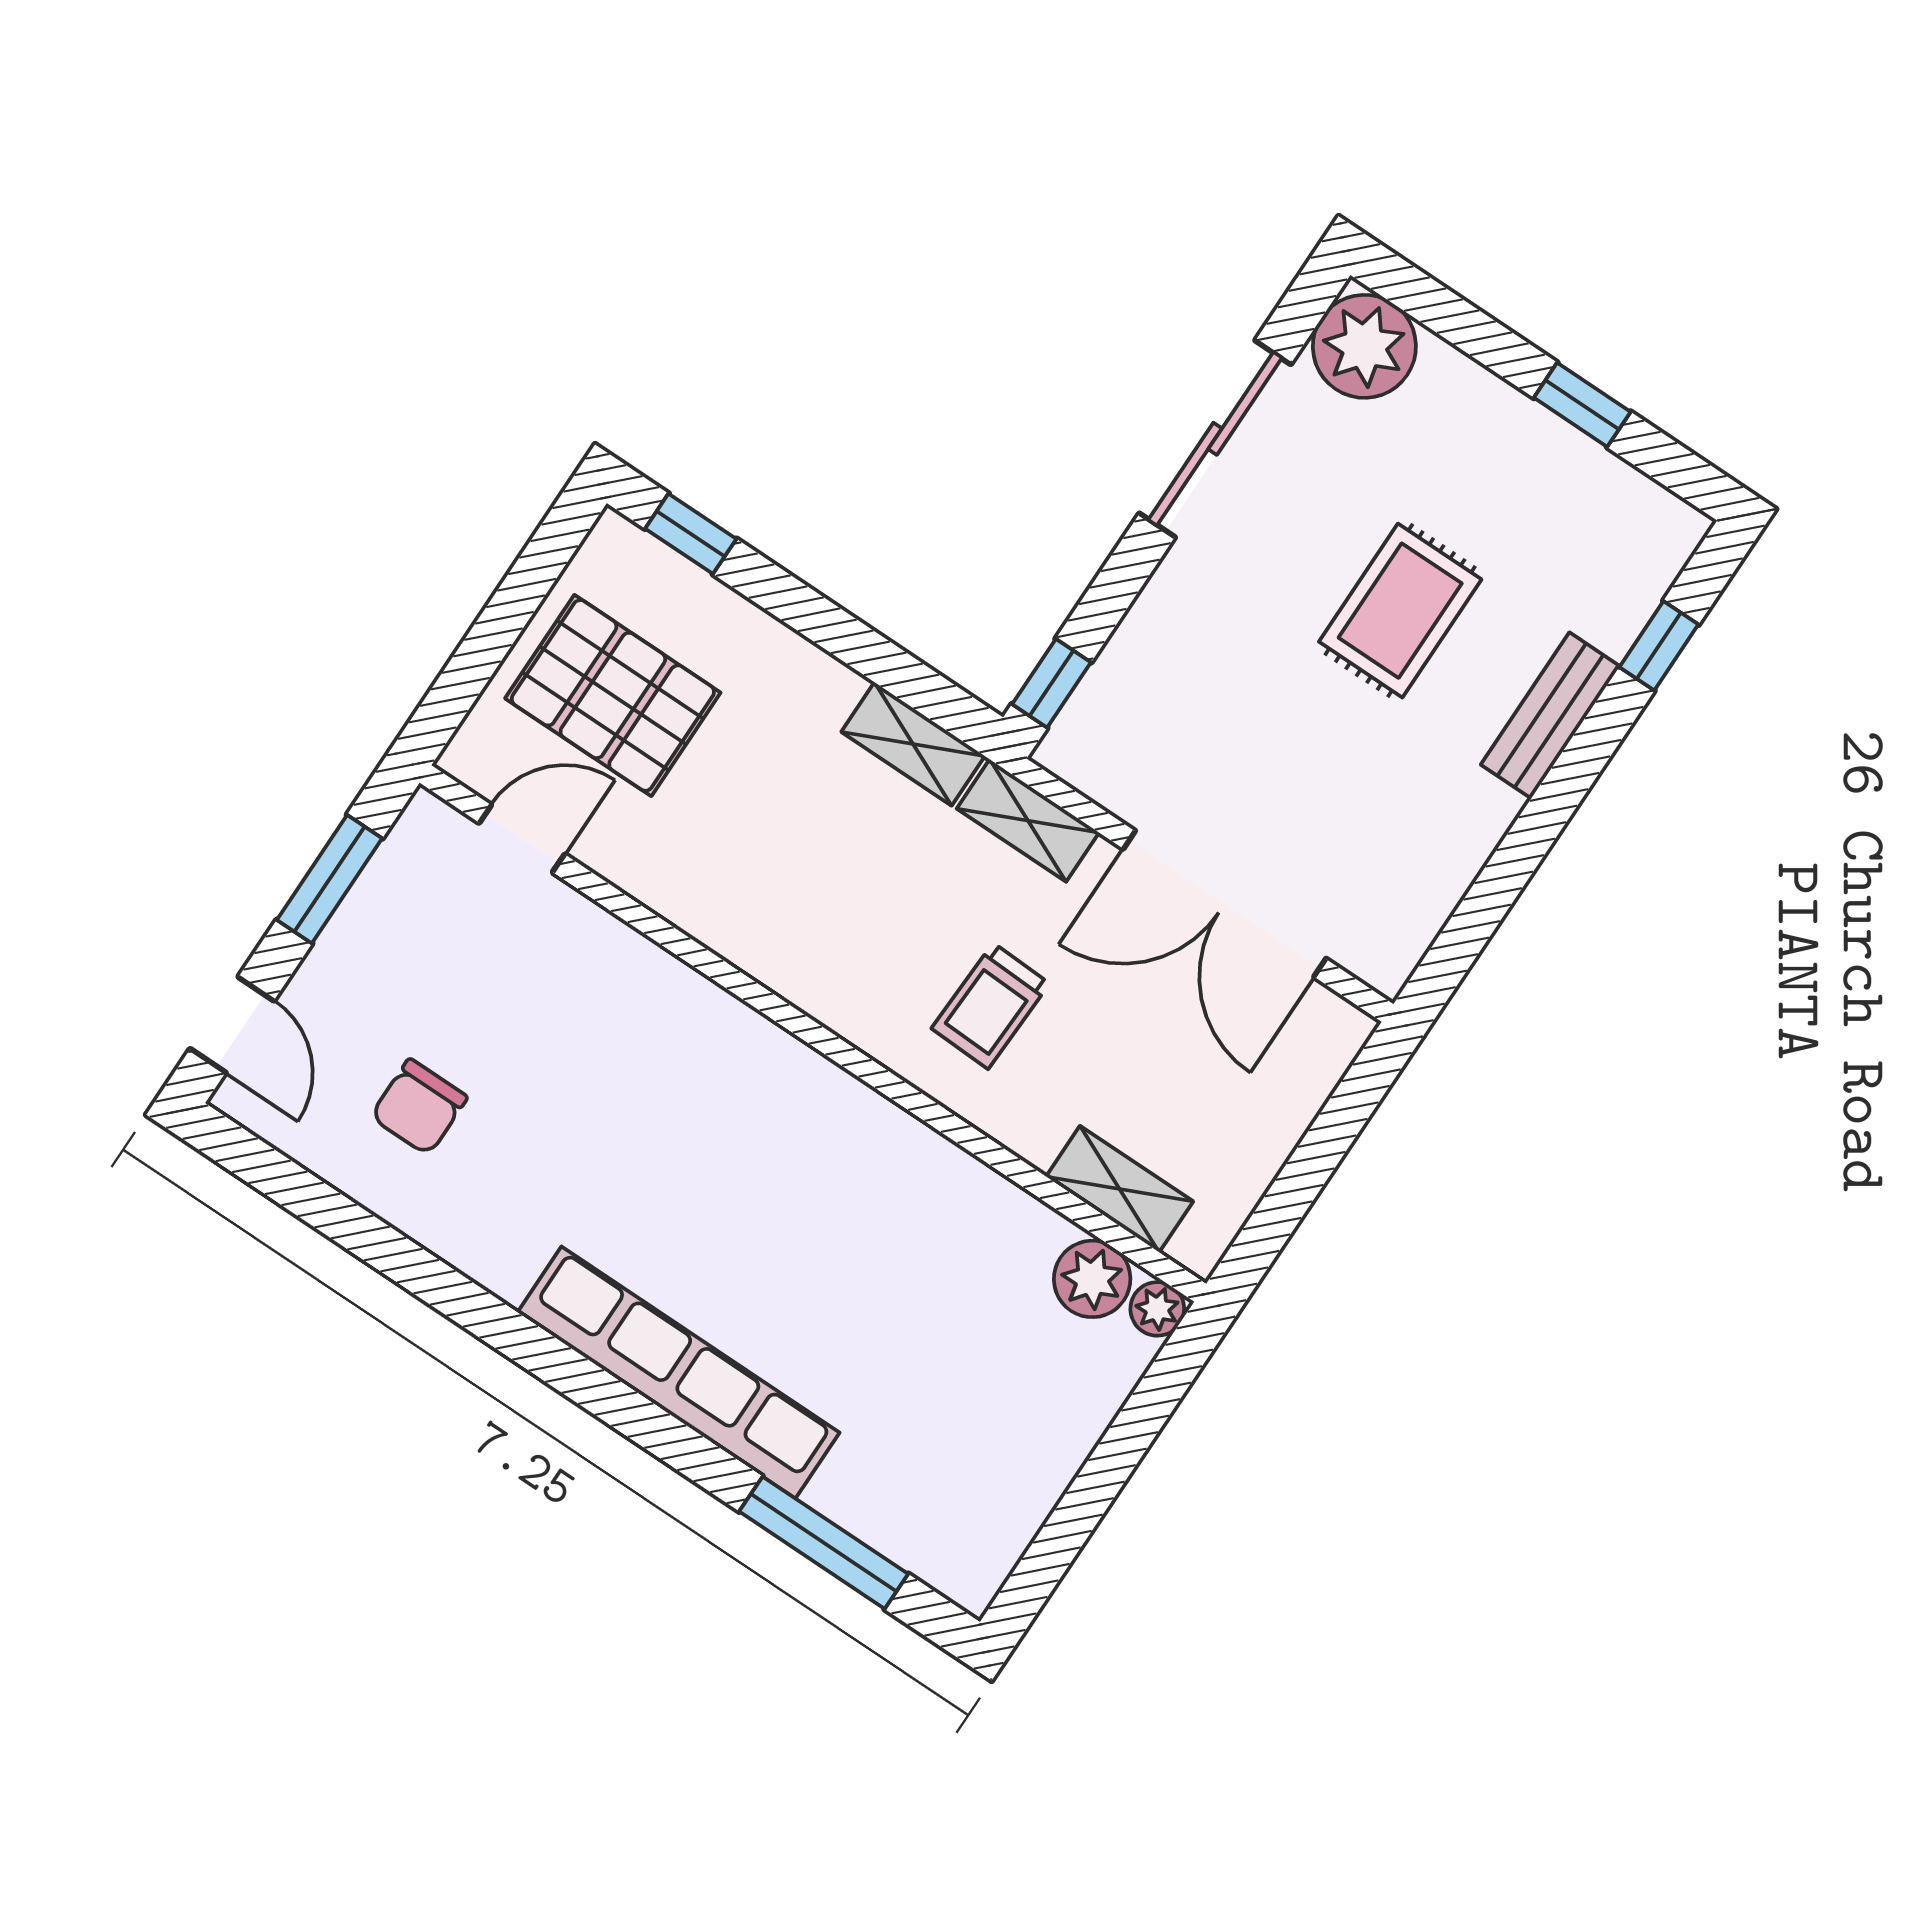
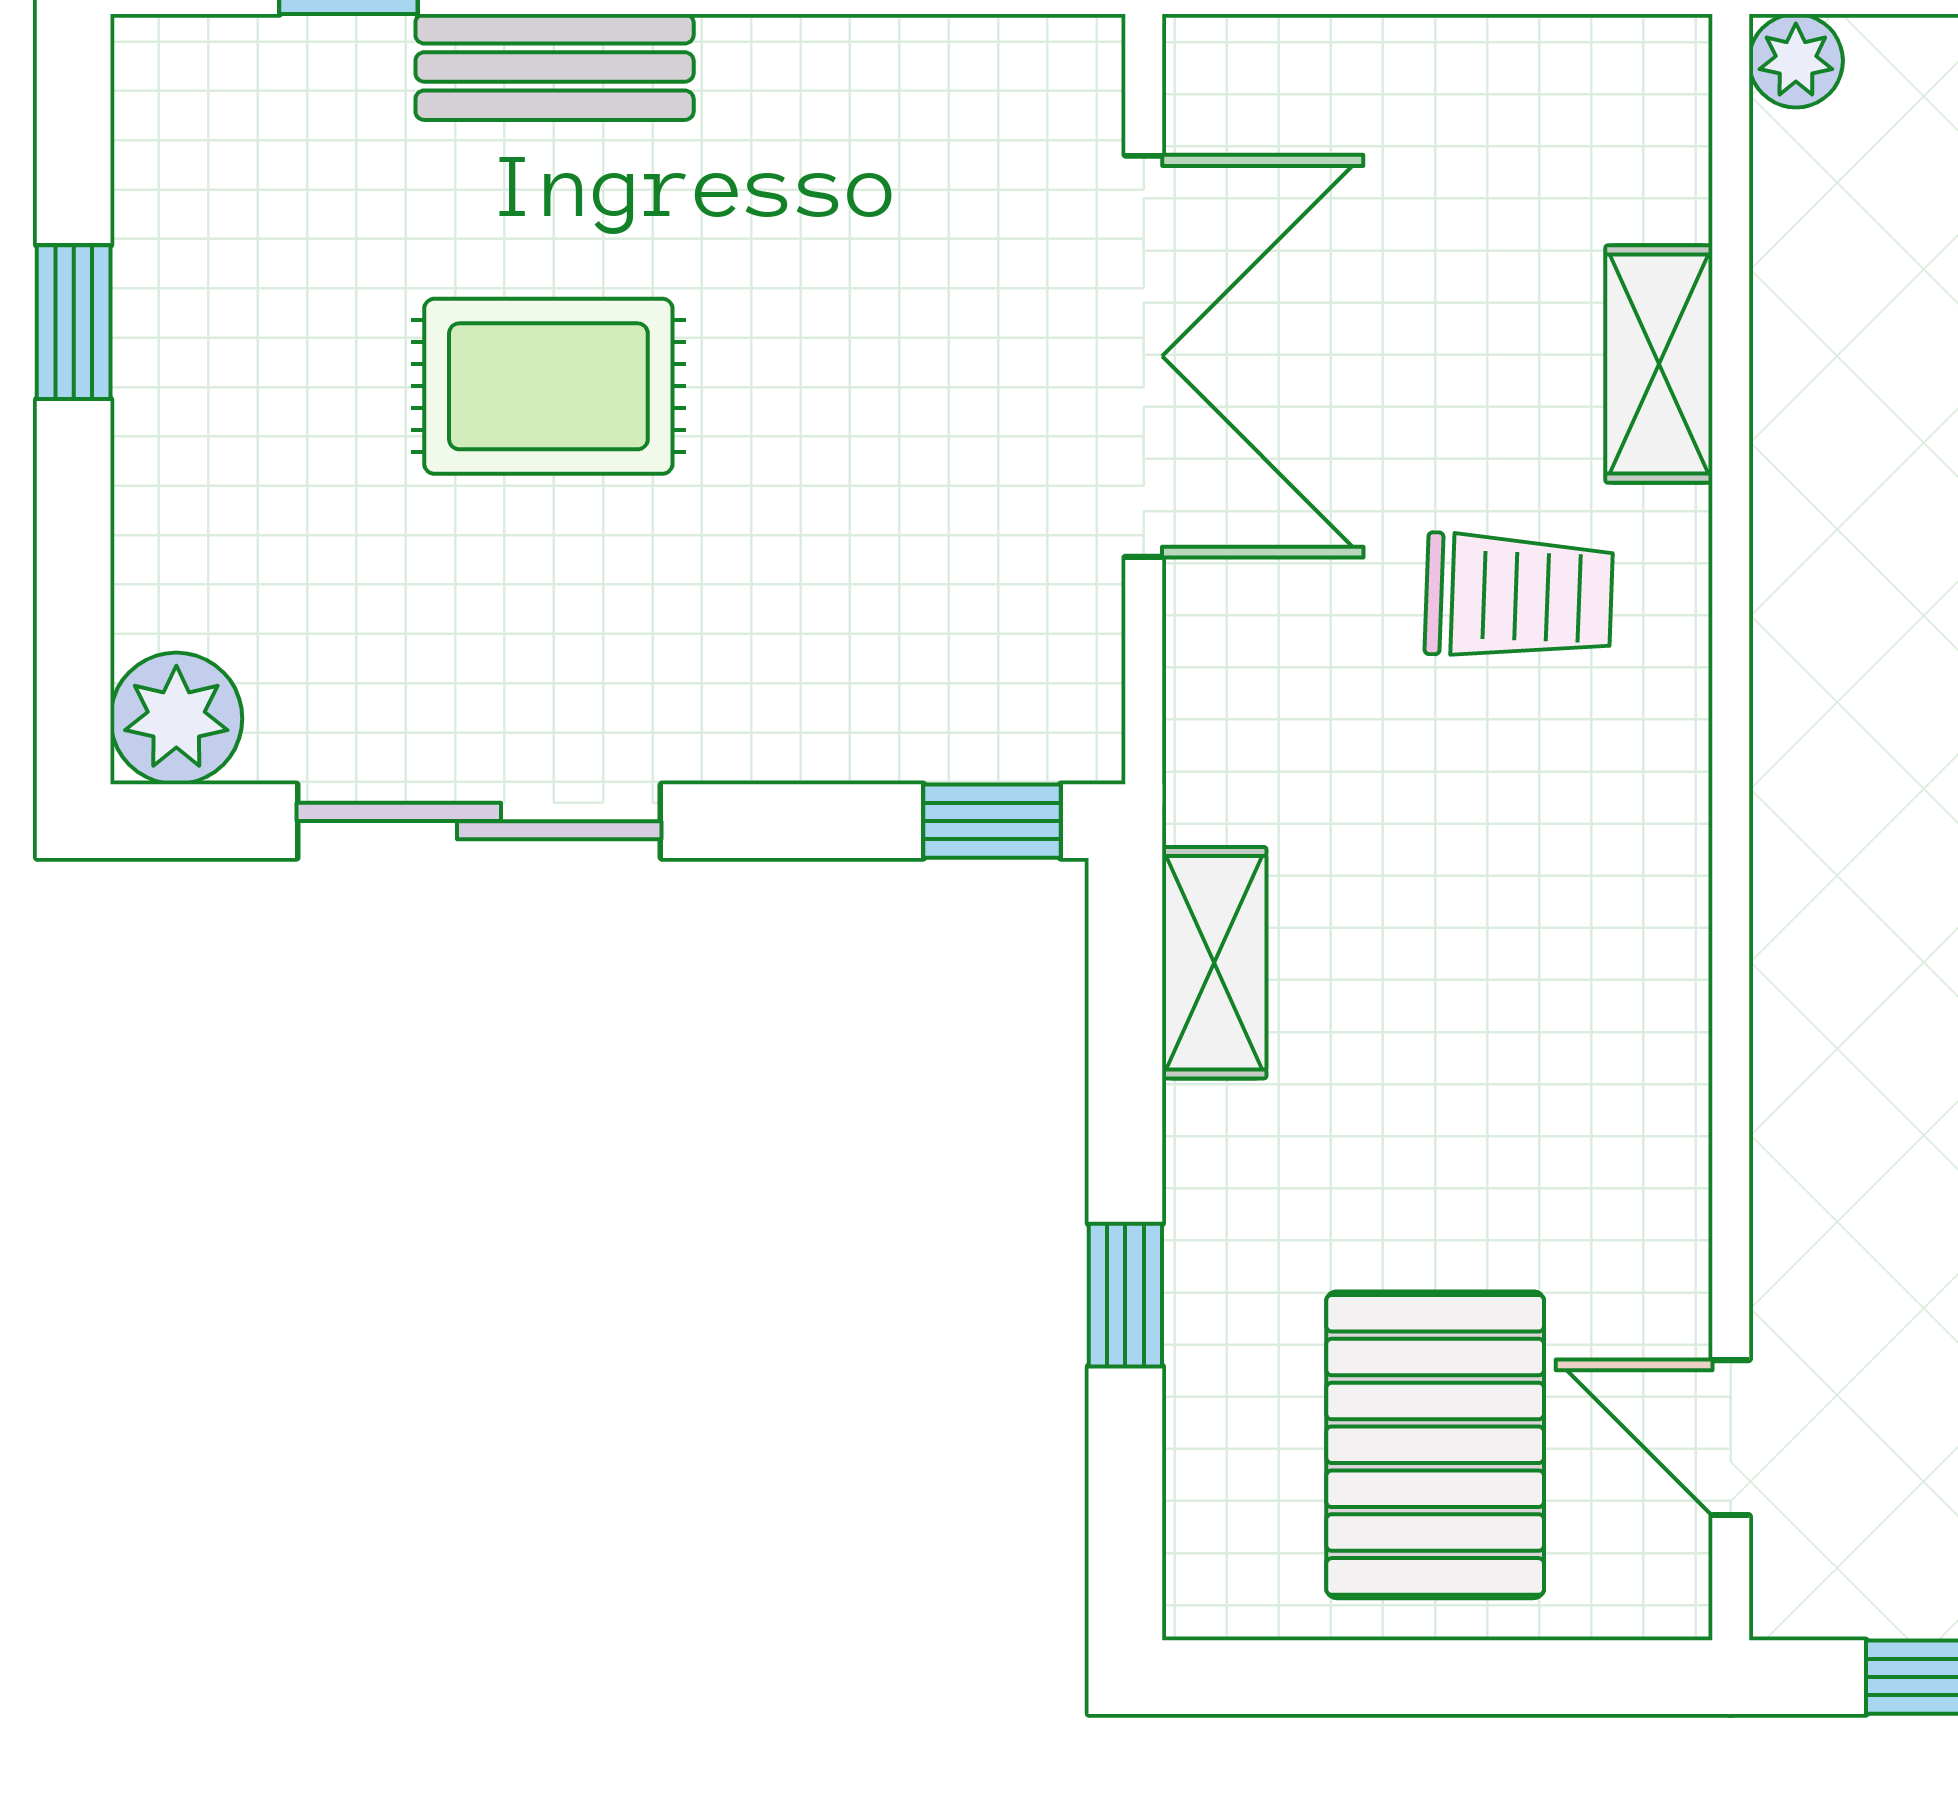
plant: (1364, 346) -> (176, 718), width x0.73, depth x0.73
window: (691, 534) -> (1125, 1295), moved
shelving: (1028, 821) -> (1214, 722), removed
shelving: (1120, 1189) -> (1659, 364), moved
plant: (1092, 1279) -> (1816, 184), removed

